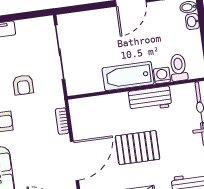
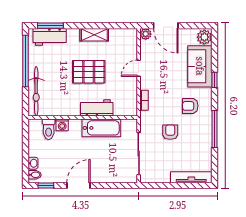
bathtub: (128, 76) -> (101, 128), moved
workbench: (150, 99) -> (97, 108), moved
door: (75, 161) -> (139, 68), width x0.53

